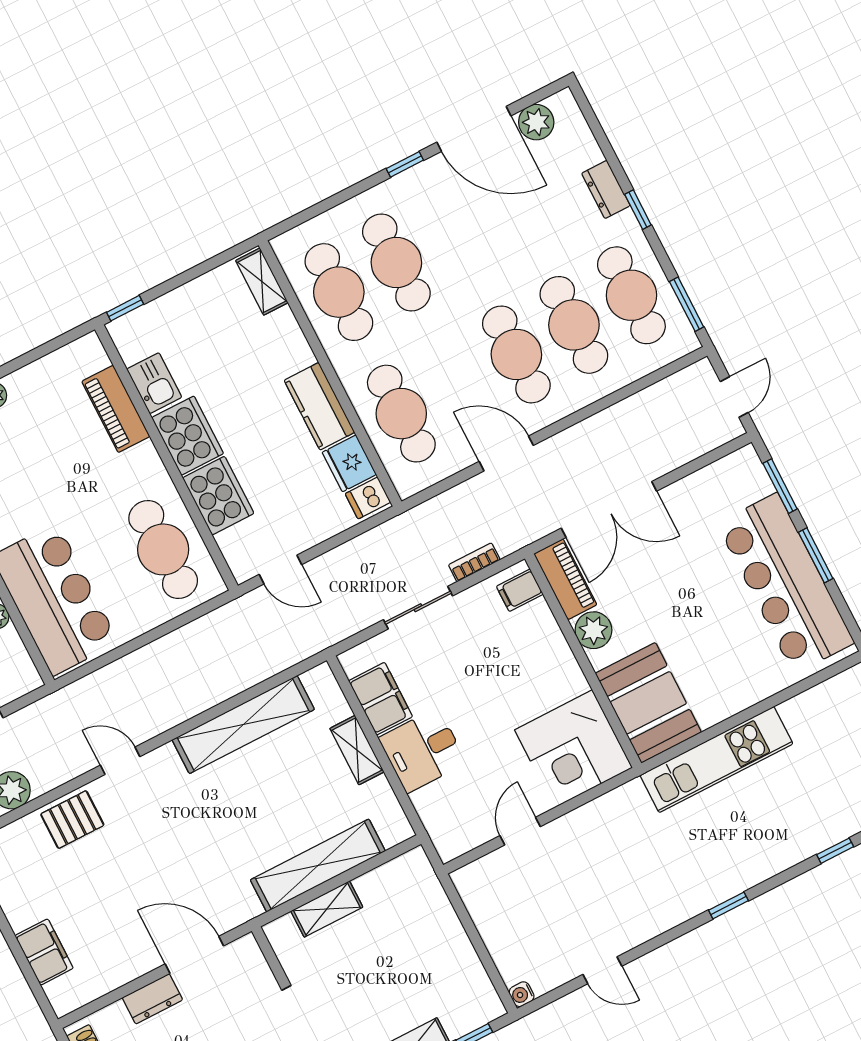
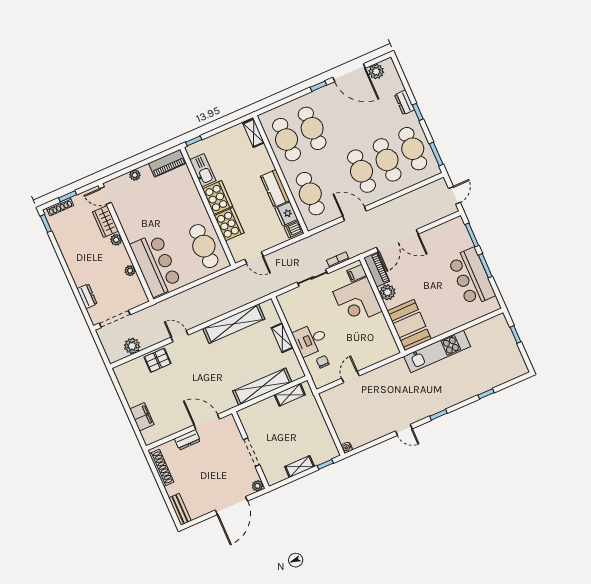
kitchen sink: (154, 383) -> (203, 170), width x1.38
piano: (116, 409) -> (167, 163), moved, turned -90
bar counter: (786, 583) -> (472, 277), width x0.73
filing cabinet: (381, 699) -> (294, 316), removed
corner desk: (574, 749) -> (358, 301), moved
chair: (454, 800) -> (323, 362), added
shelving: (327, 909) -> (290, 395), moved
door: (602, 970) -> (404, 430), moved

